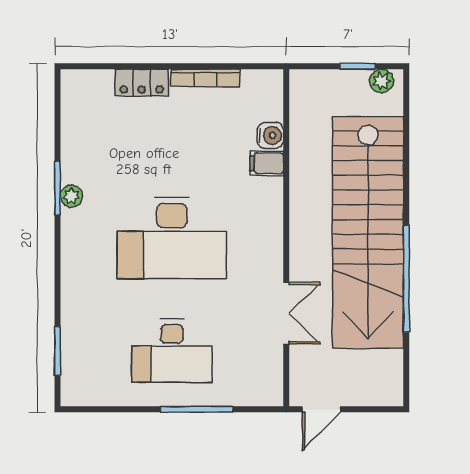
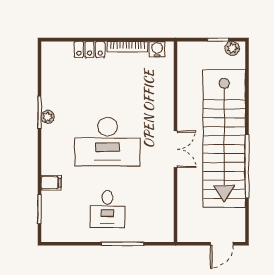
water cooler: (270, 135) -> (157, 49), moved, turned -90
filing cabinet: (267, 163) -> (51, 183), moved, turned 180
double door: (286, 313) -> (176, 149), moved
desk: (172, 351) -> (108, 209), width x0.73
door: (321, 409) -> (222, 244), moved

